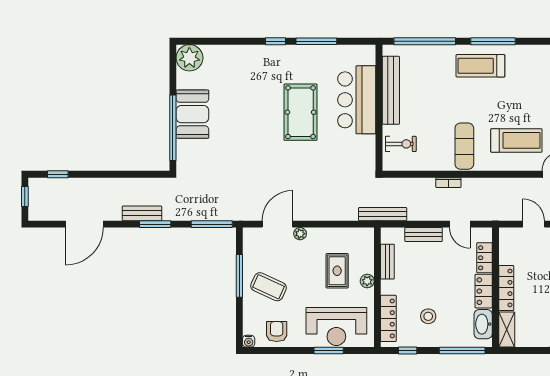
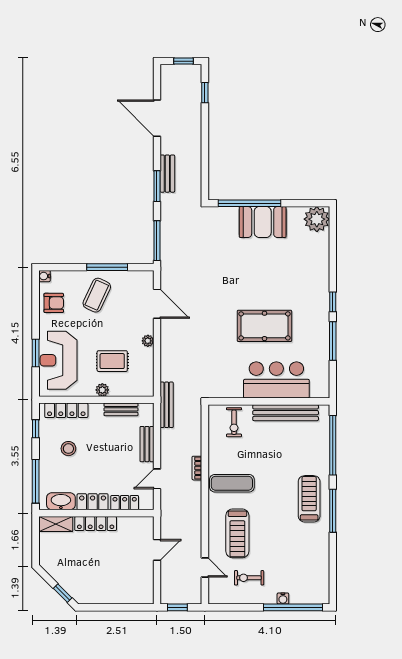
plant: (300, 234) -> (148, 341), moved

